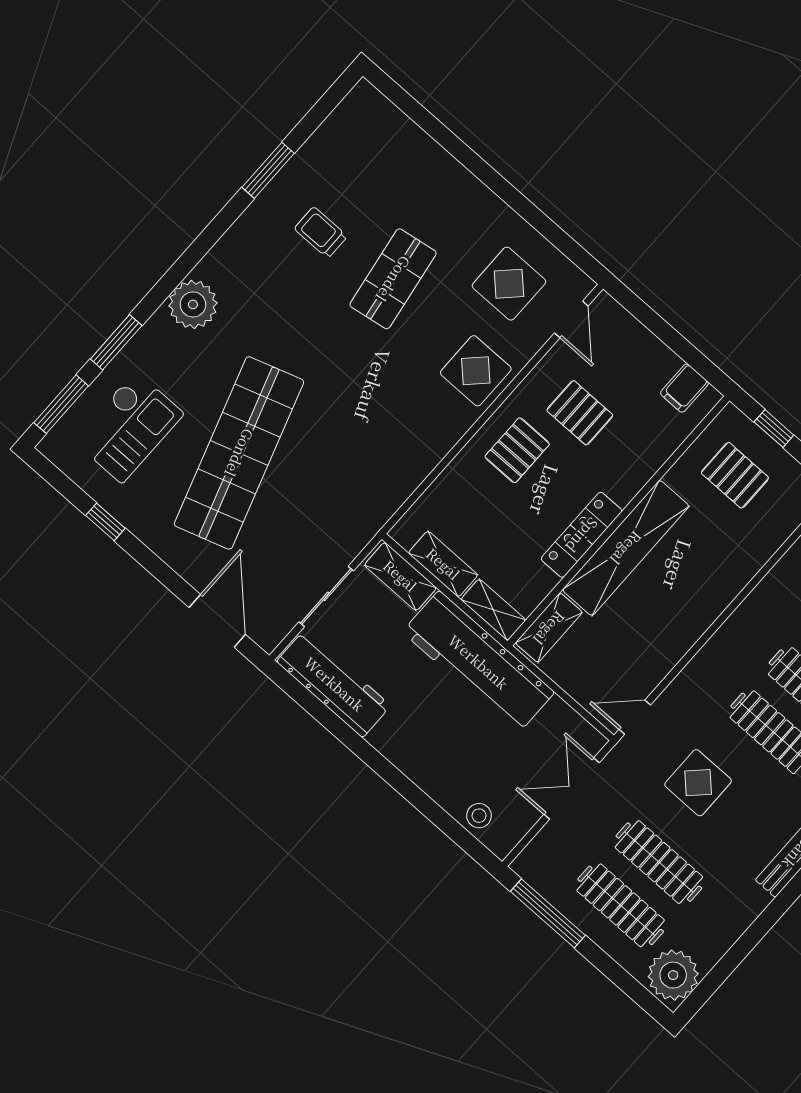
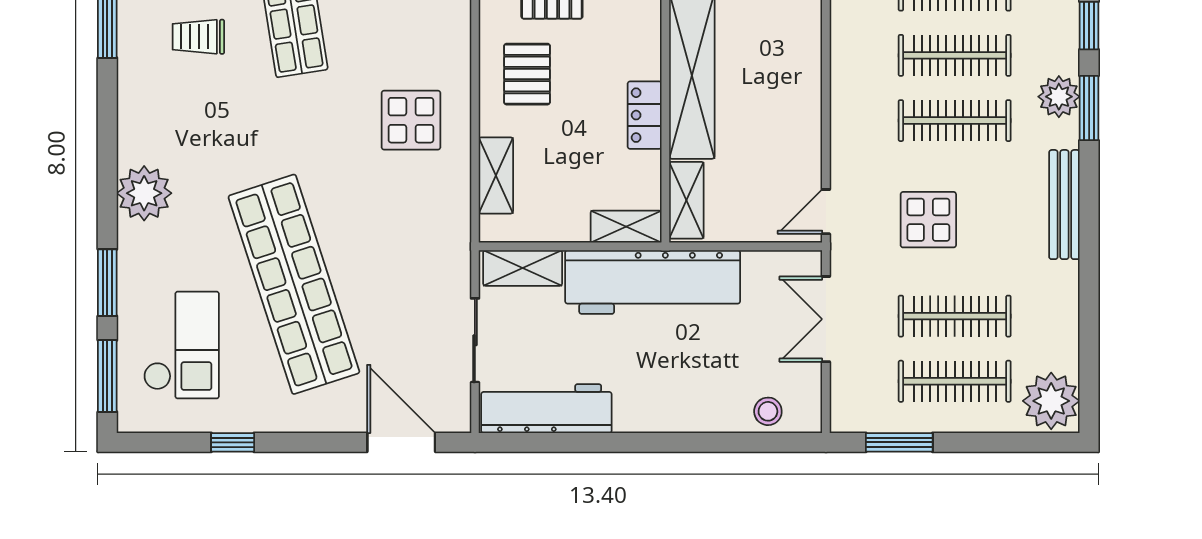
display table: (476, 371) -> (411, 120), moved
locker: (582, 535) -> (645, 115), width x0.66
shelving: (443, 564) -> (496, 175), moved, turned 90
window: (548, 913) -> (899, 442), width x0.69

